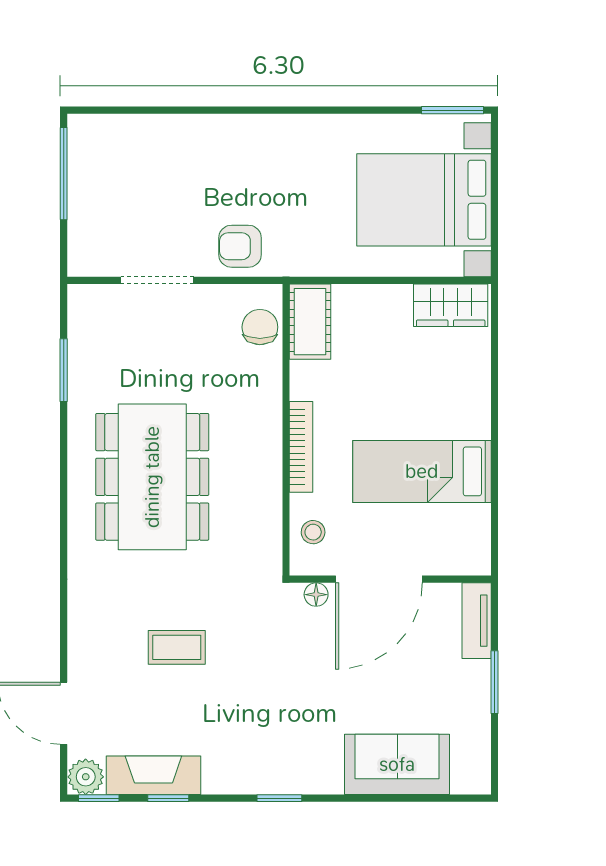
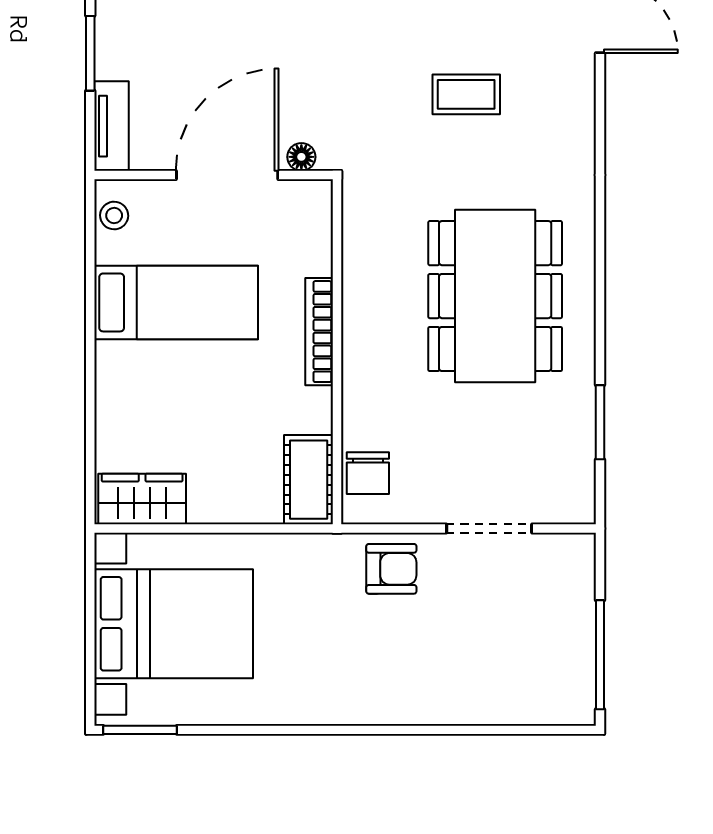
stool: (313, 532) -> (114, 216), moved

